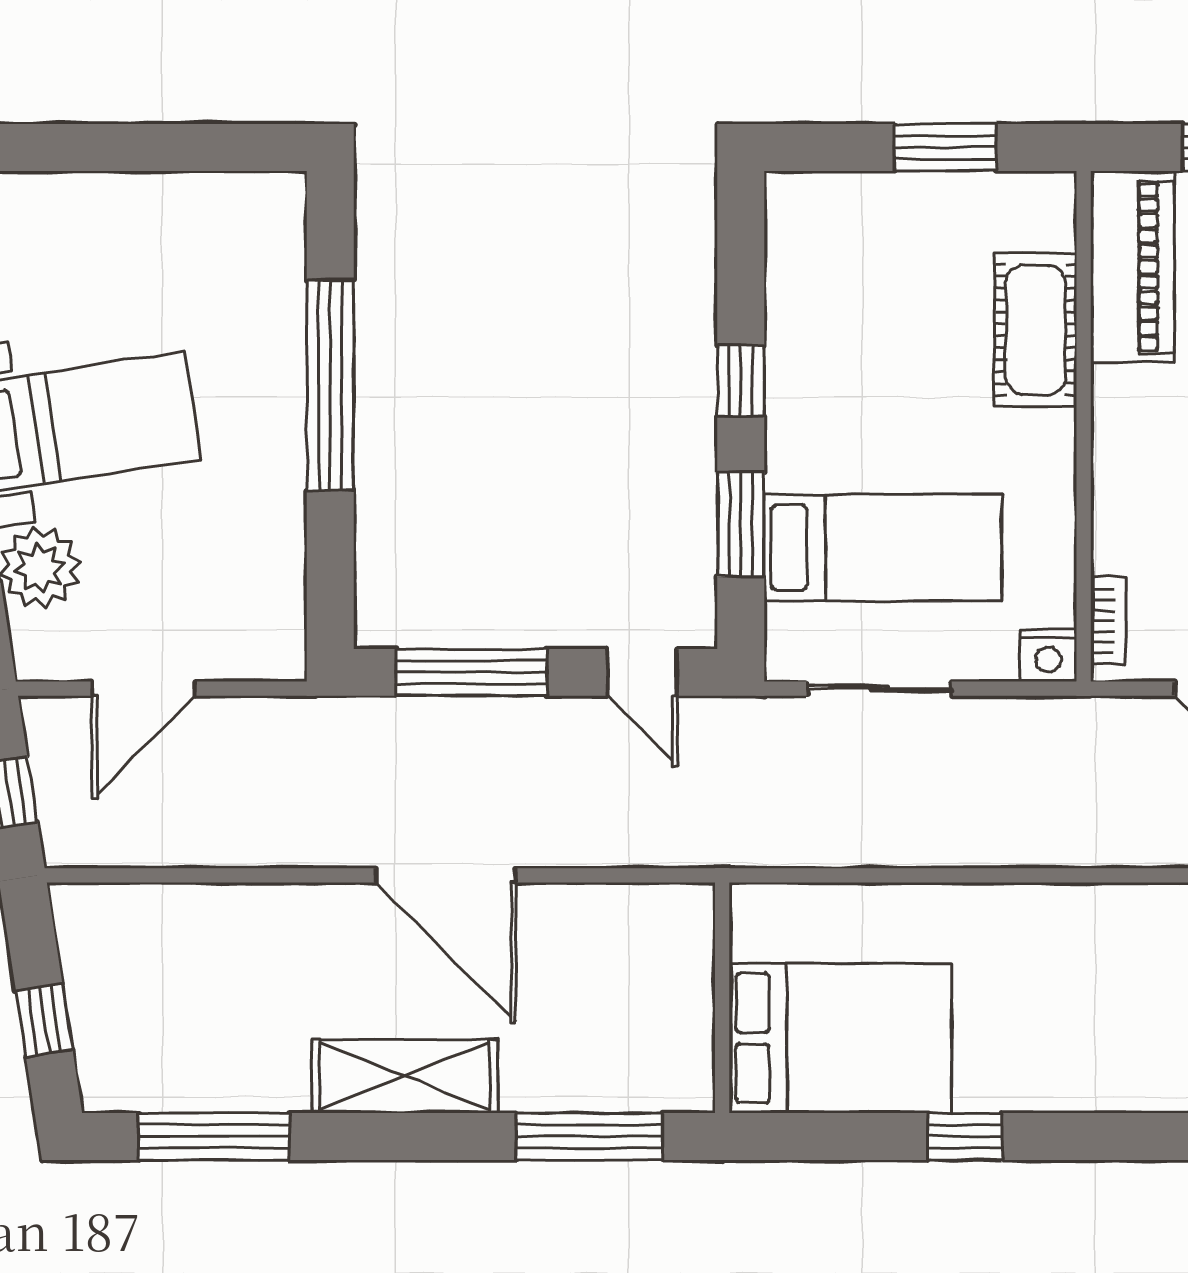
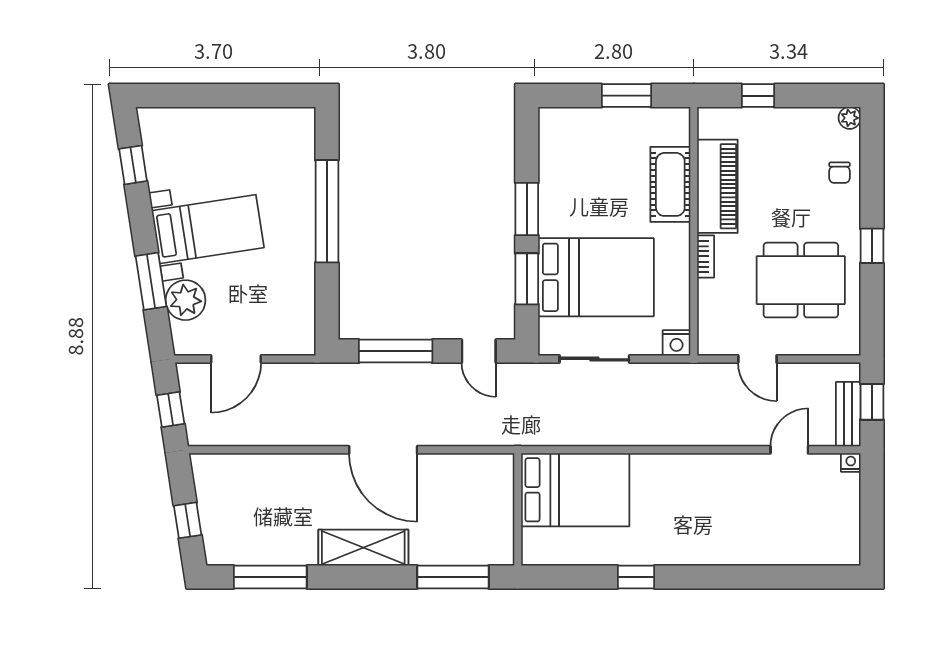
piano: (1132, 267) -> (717, 186), moved
window: (741, 381) -> (527, 209), width x1.50
bed: (883, 548) -> (596, 277), width x1.50
bookcase: (1108, 621) -> (706, 256), moved
bed: (840, 1038) -> (575, 490), moved

